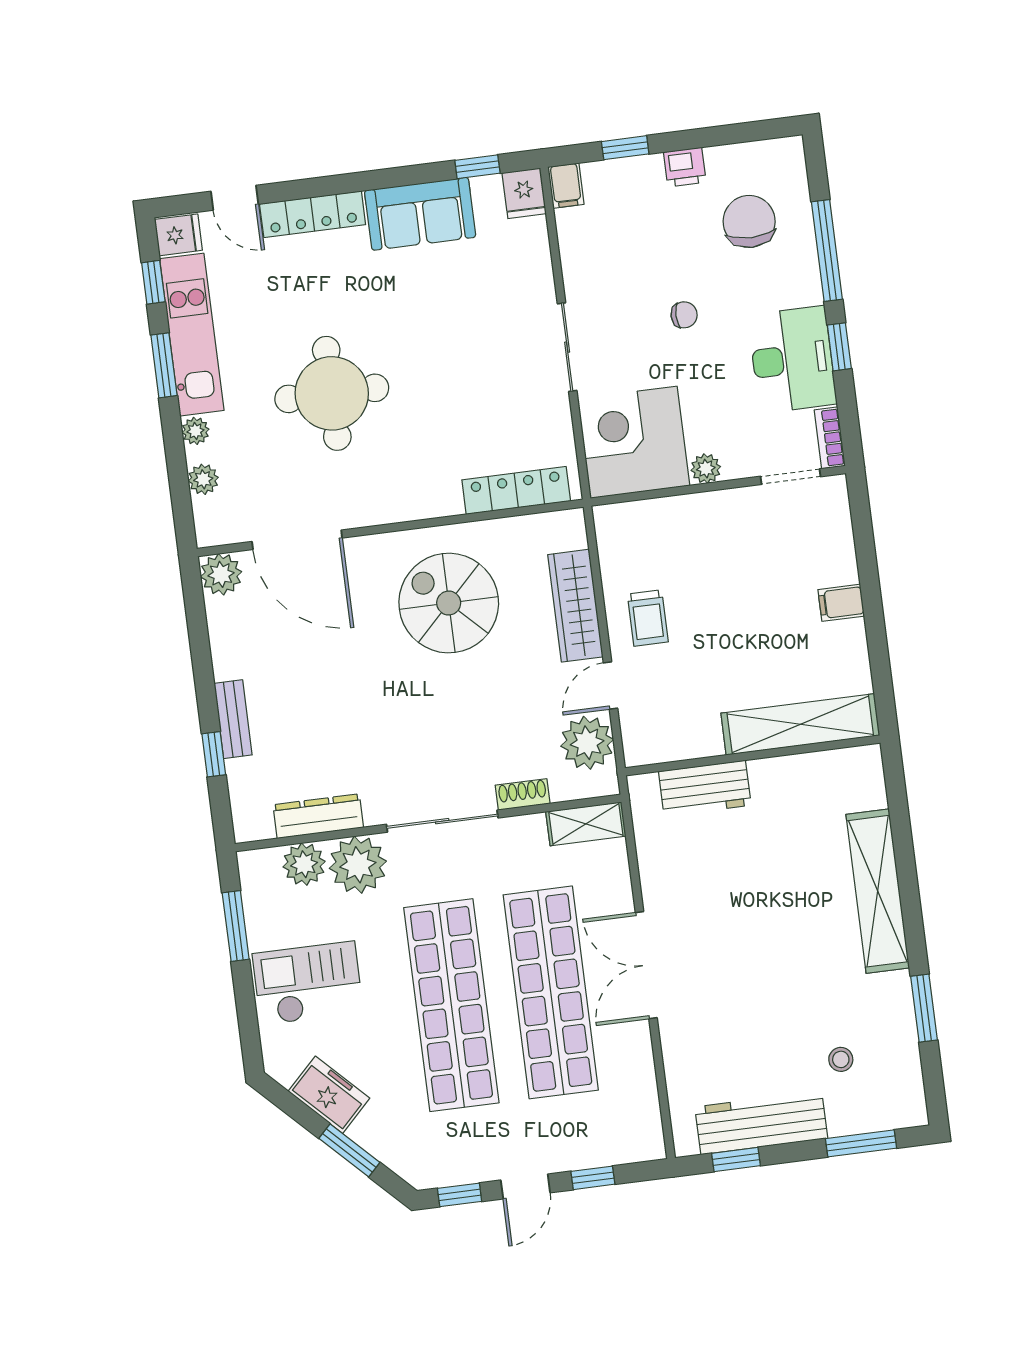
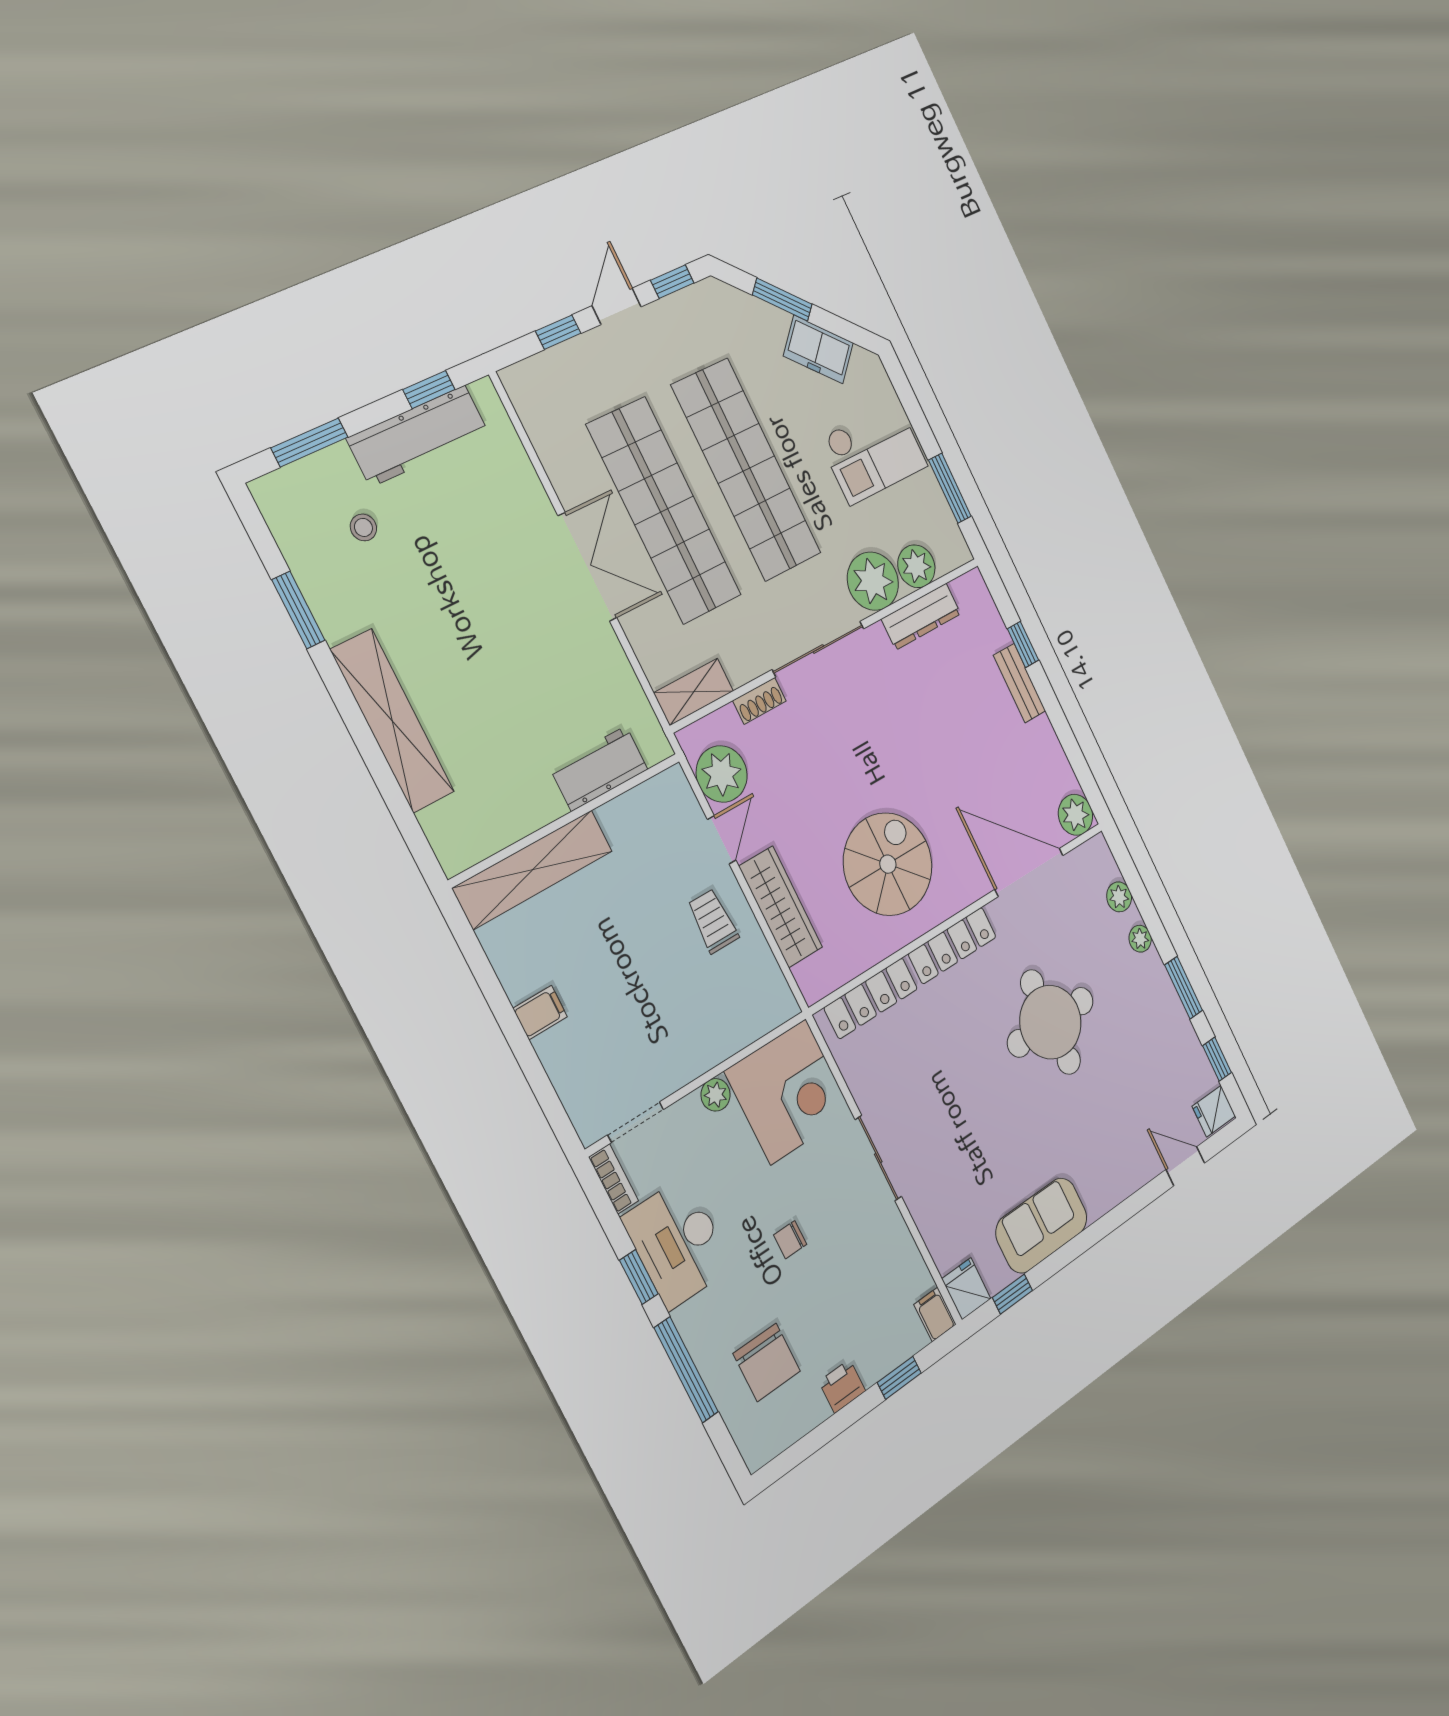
locker: (313, 214) -> (952, 945), moved, turned 180
kitchen unit: (192, 335) -> (1173, 1026), removed
spiral stairs: (449, 603) -> (888, 864), turned -90

